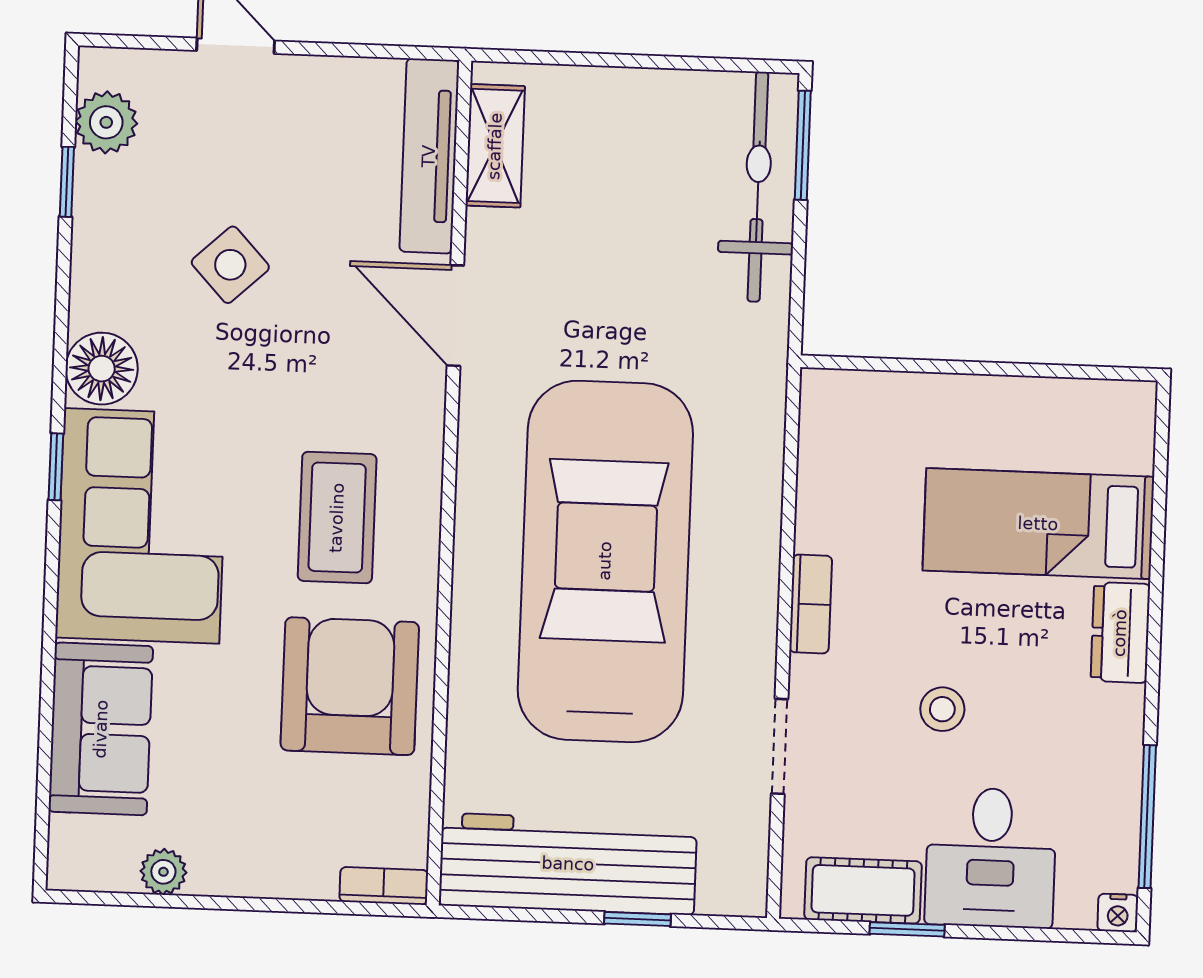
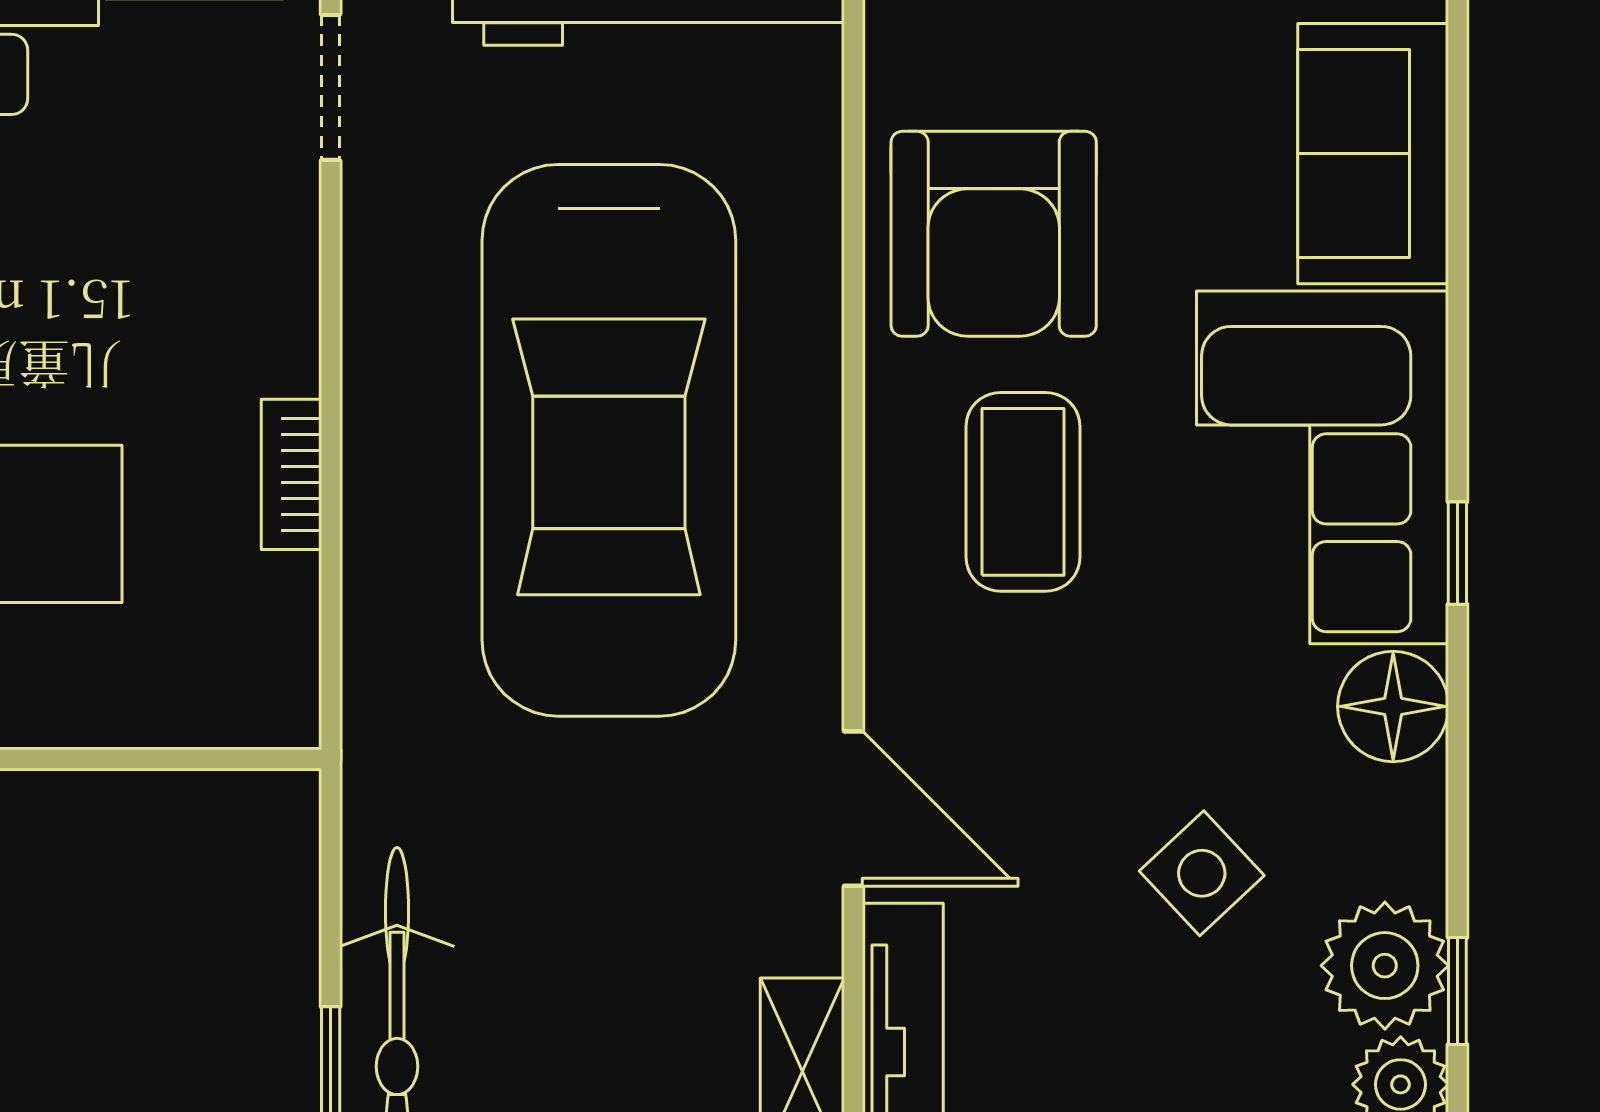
plant: (114, 200) -> (1385, 966), added
bookcase: (811, 604) -> (291, 474), moved
stool: (942, 709) -> (83, 233), removed
doorway: (780, 746) -> (331, 87), moved

